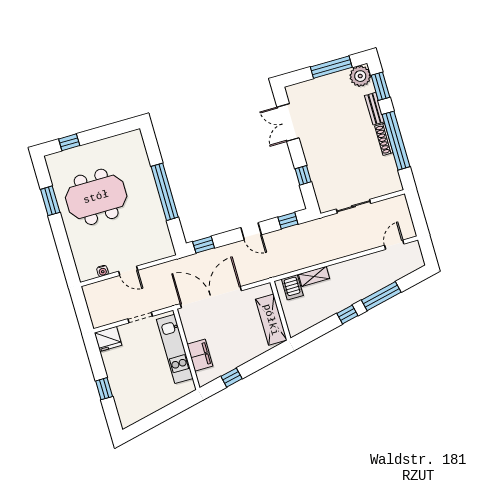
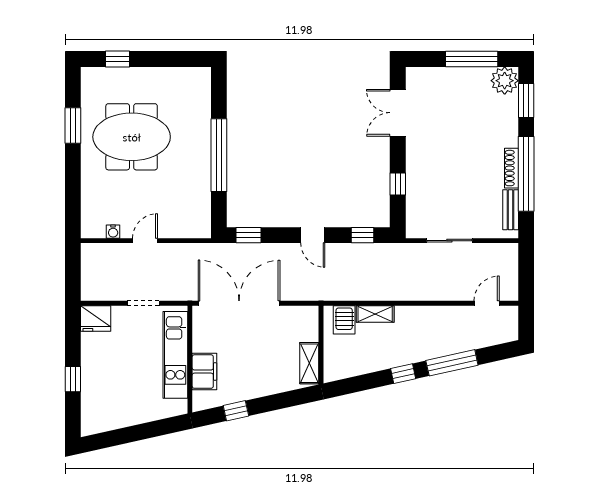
bench: (374, 109) -> (511, 210), moved
door: (128, 271) -> (145, 241), swing flipped
shelving: (271, 320) -> (309, 363), width x0.67, depth x0.75

